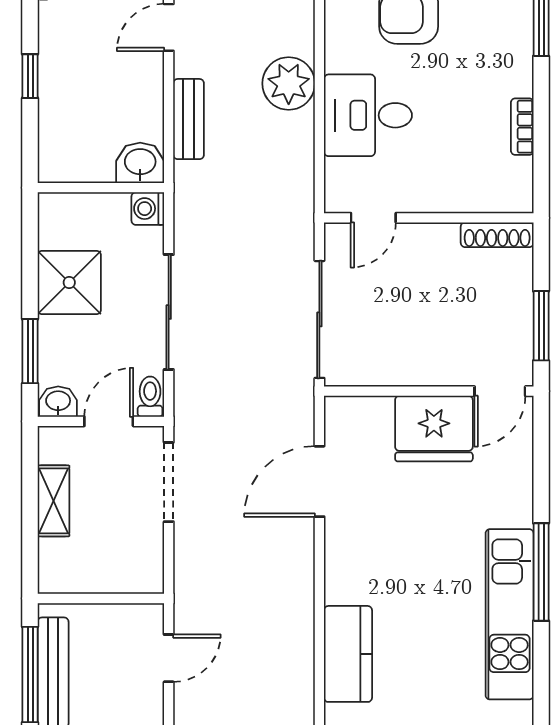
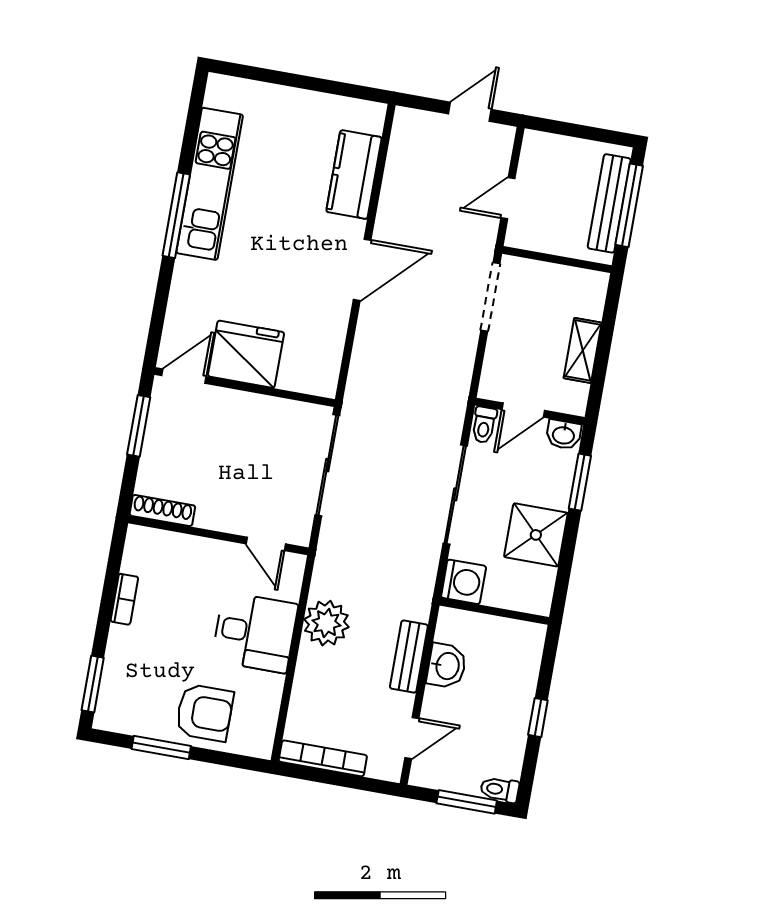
plant: (289, 83) -> (326, 623), moved
washbasin: (140, 163) -> (447, 666), moved, turned -90
washing machine: (148, 209) -> (464, 582), width x1.38, depth x1.38
door: (373, 218) -> (266, 544), swing flipped
door: (319, 481) -> (362, 270), moved
doorway: (169, 482) -> (490, 297), moved

